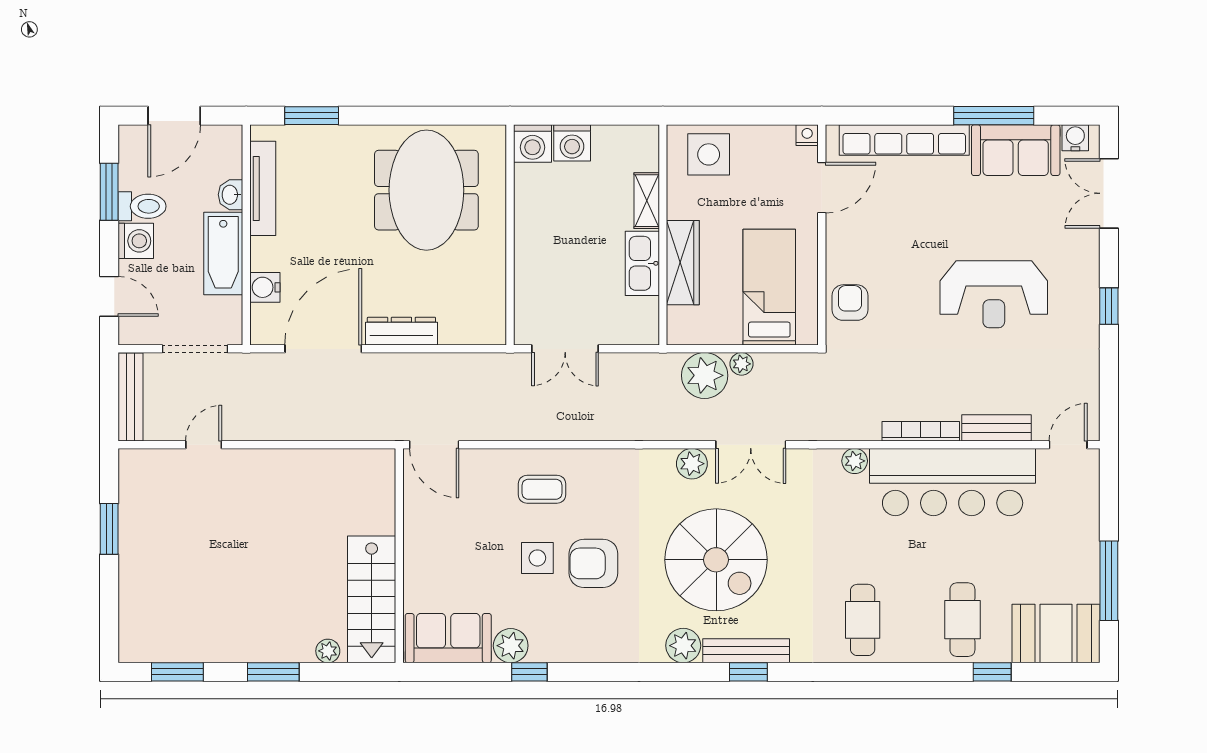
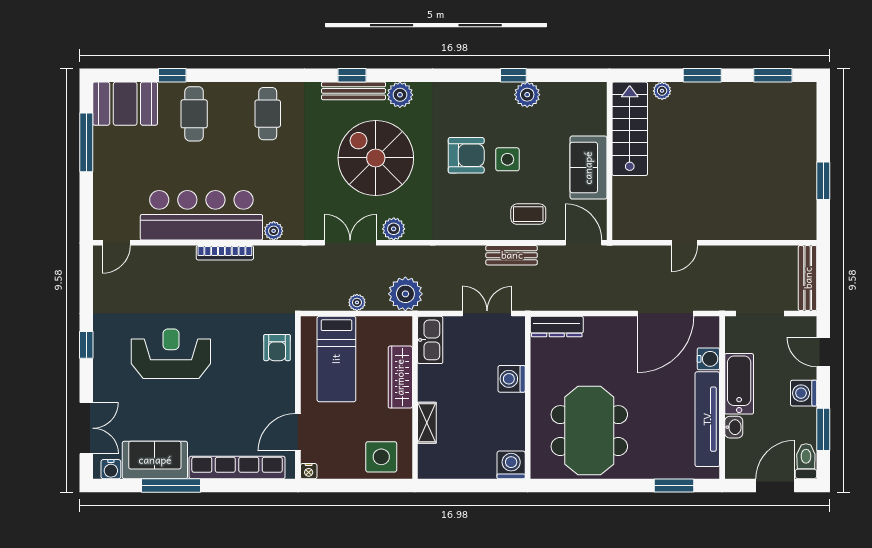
washing machine: (572, 143) -> (512, 379), moved, turned -90
tv unit: (263, 188) -> (707, 419), width x1.36, depth x1.29
toilet: (142, 206) -> (806, 461), moved, turned 90
kitchen sink: (642, 263) -> (430, 340), moved
dresser: (401, 331) -> (557, 327), moved
plant: (705, 375) -> (405, 294), moved
bench: (996, 428) -> (512, 255), moved
door: (204, 445) -> (684, 243), moved
coffee table: (542, 489) -> (528, 214), moved
sofa: (448, 638) -> (588, 168), moved, turned 90

